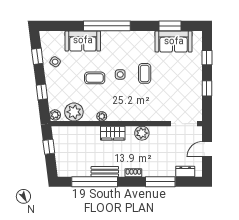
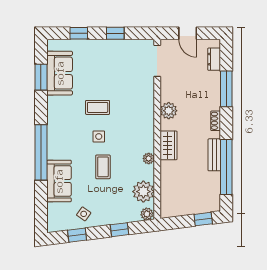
window: (49, 147) -> (203, 219), moved

